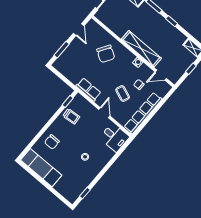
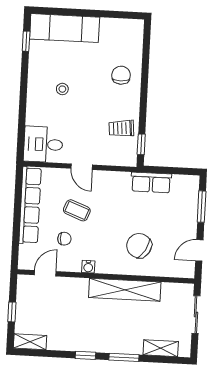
door: (79, 29) -> (199, 250), hinge flipped
shelving: (141, 49) -> (125, 290), moved
row of seats: (88, 90) -> (151, 182), moved
exam couch: (41, 168) -> (65, 28), moved

